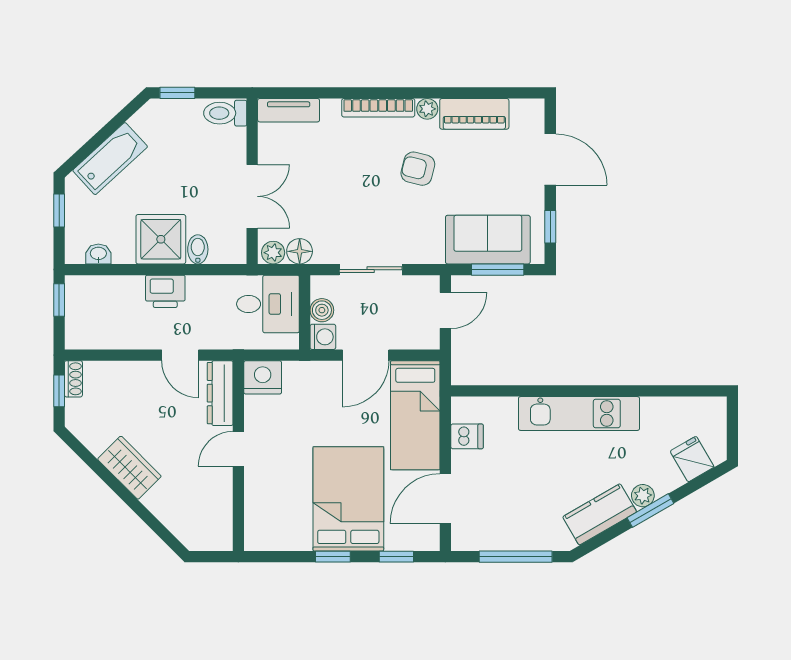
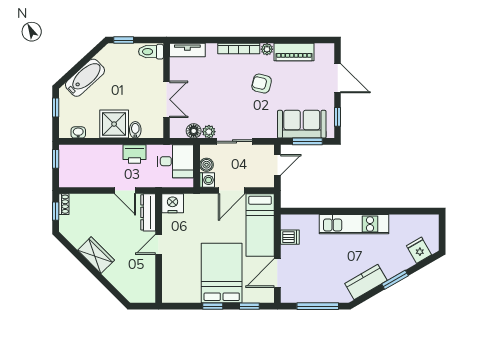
plant: (273, 253) -> (209, 132), moved
printer: (165, 291) -> (134, 154), moved
plant: (643, 496) -> (391, 271), removed

